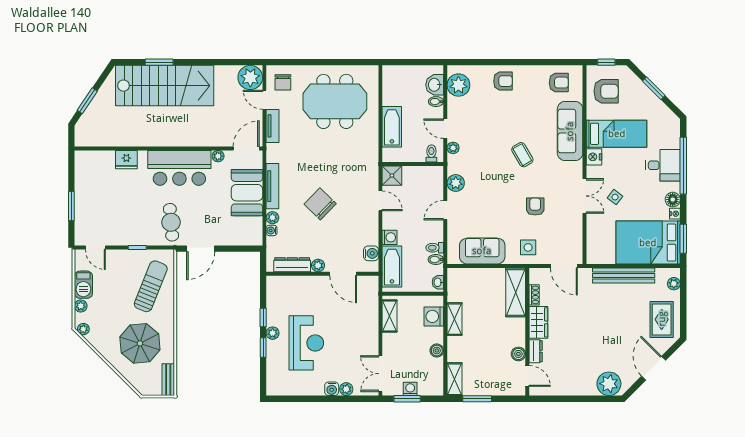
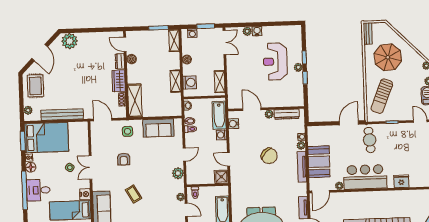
washing machine: (410, 389) -> (192, 33), moved

